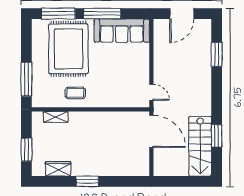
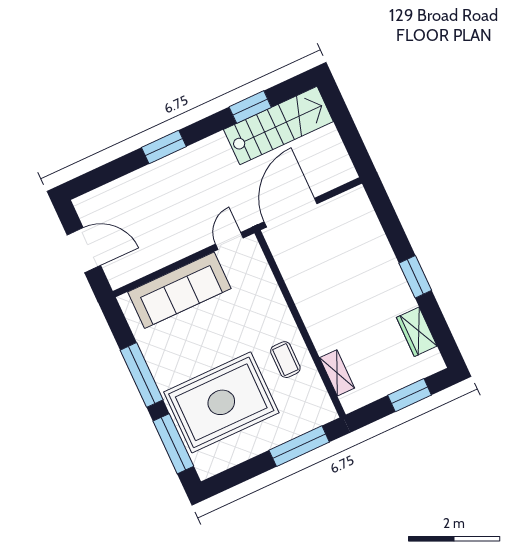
sofa: (122, 31) -> (179, 290), moved, turned 90
window: (217, 54) -> (164, 147), moved

